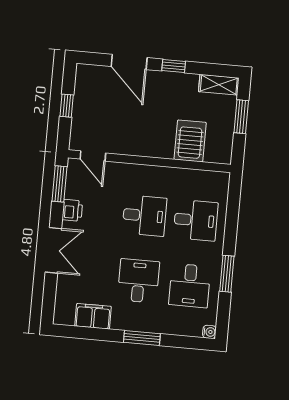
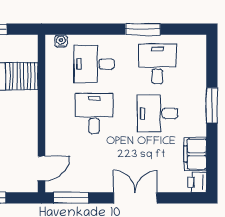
printer: (72, 210) -> (197, 182), moved, turned -90
desk: (196, 220) -> (94, 64), turned -90
desk: (190, 286) -> (157, 64), turned -90
water cooler: (209, 332) -> (61, 41), moved

